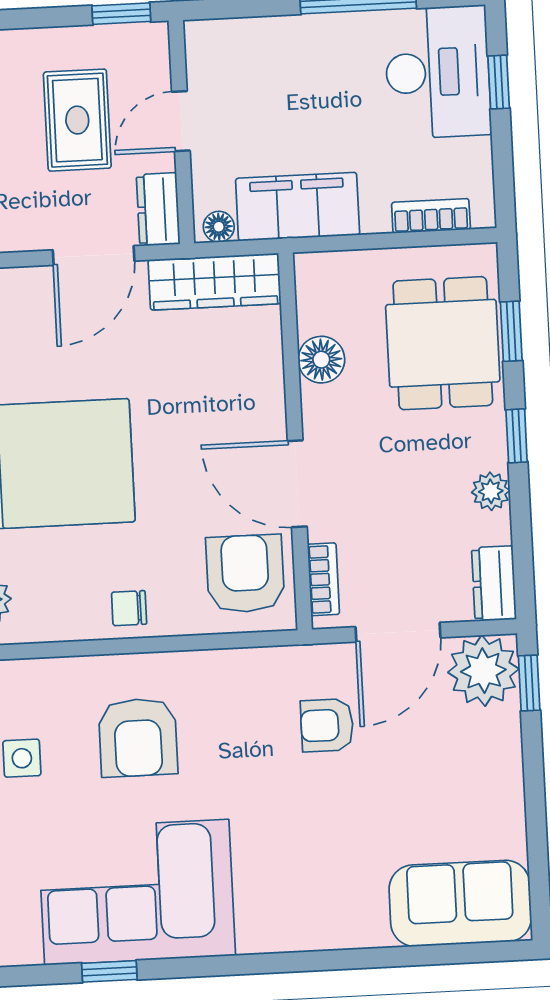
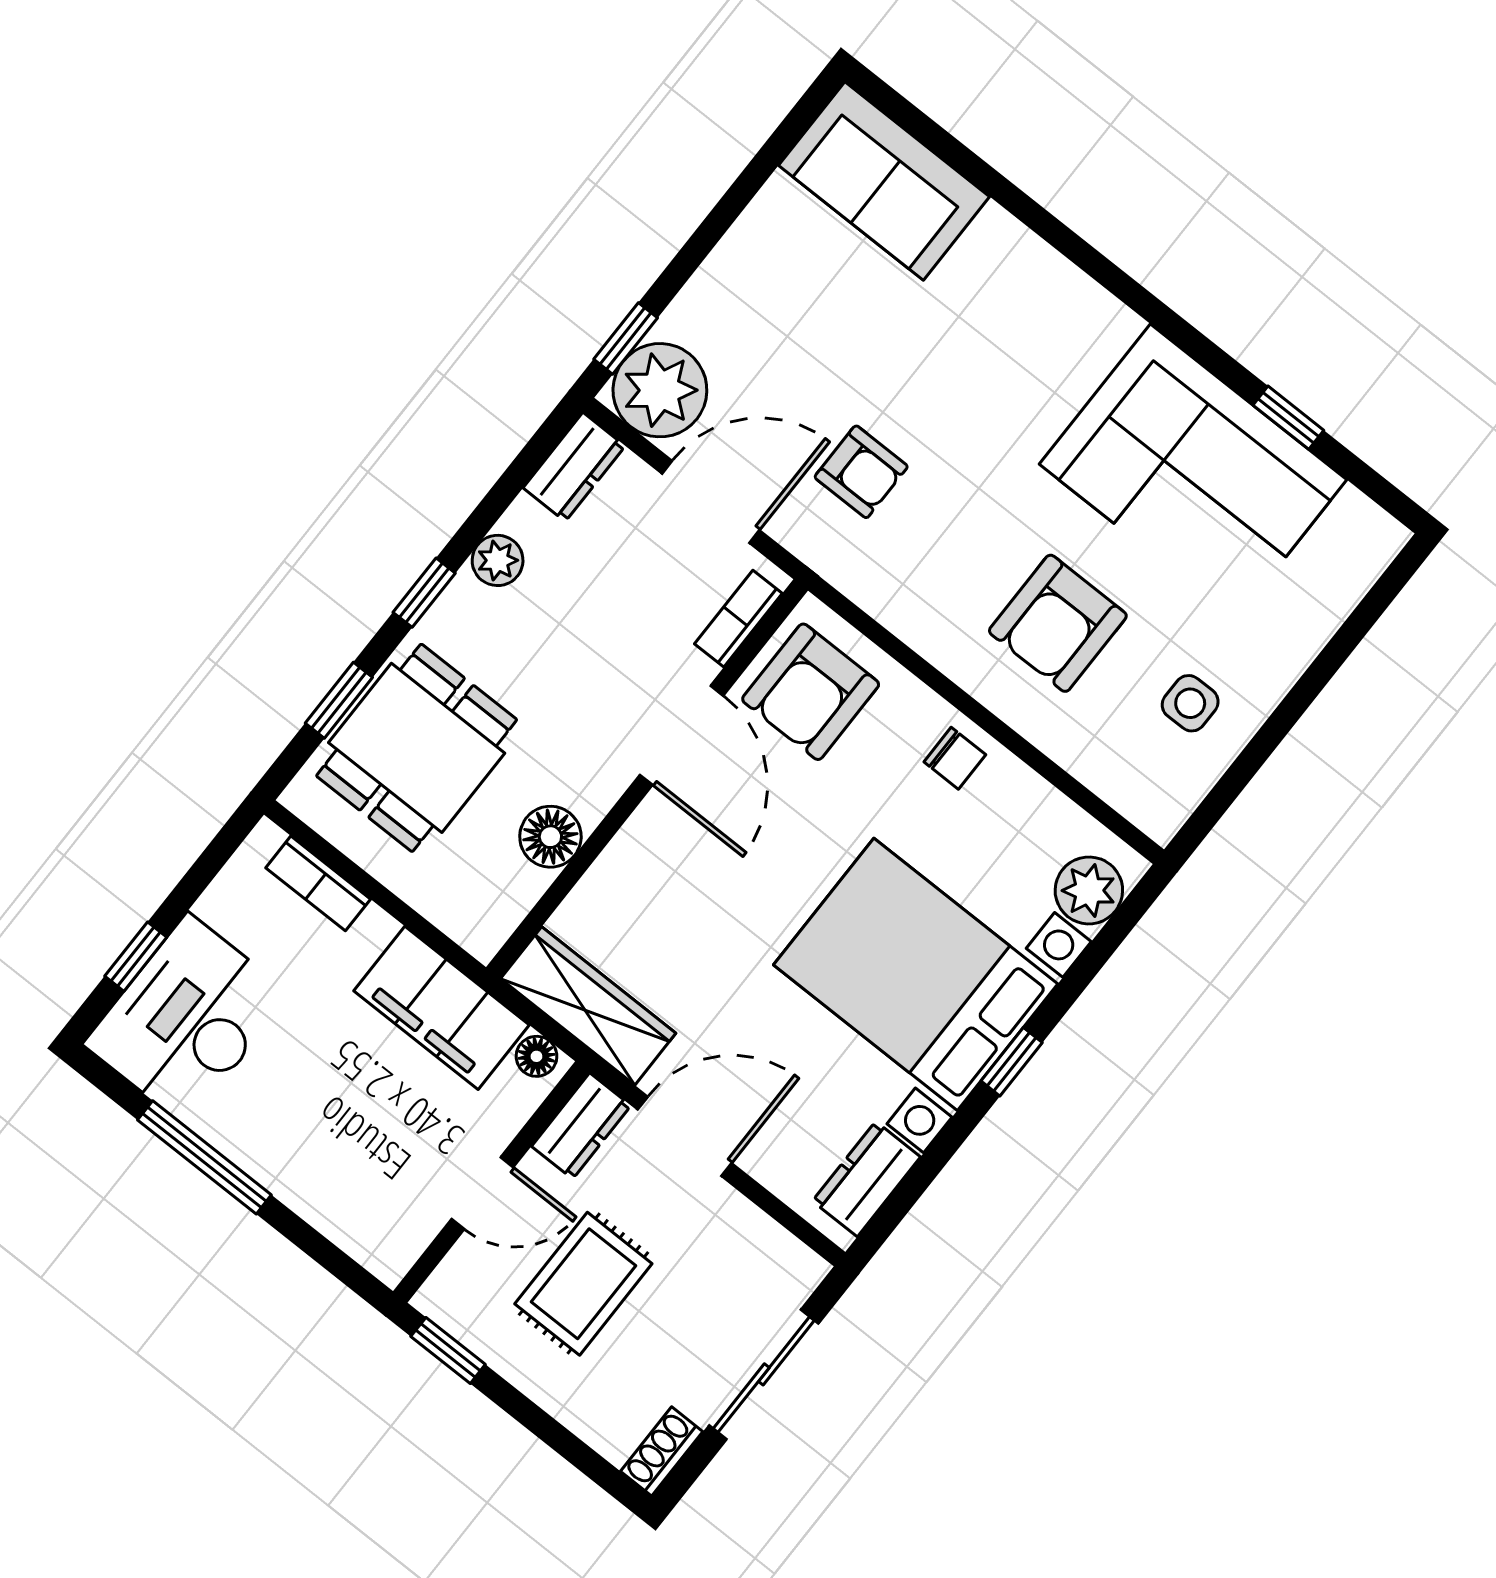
armchair: (138, 737) -> (1058, 623), turned 180

